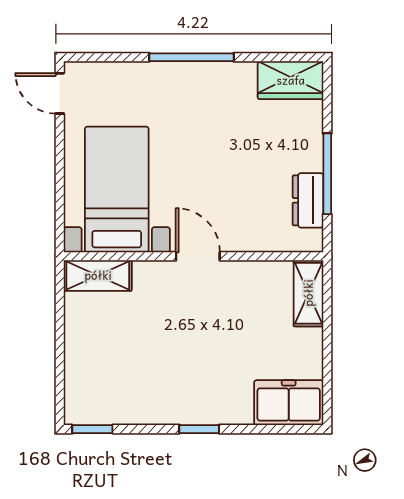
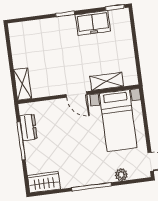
plant: (125, 74) -> (121, 175), added
shelving: (98, 275) -> (107, 81), moved
freezer: (289, 403) -> (93, 23), moved

